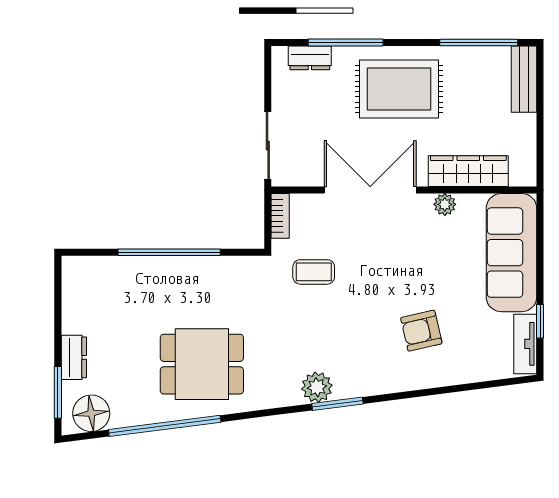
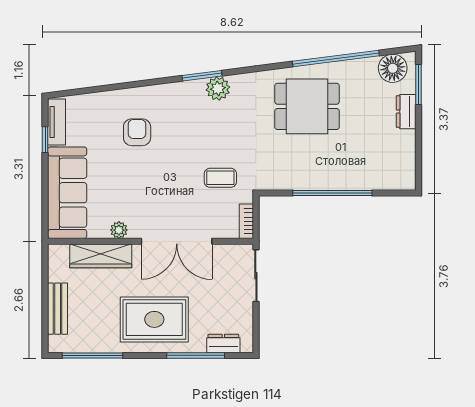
bench: (524, 79) -> (58, 309), moved
armchair: (421, 331) -> (137, 132), turned -77

